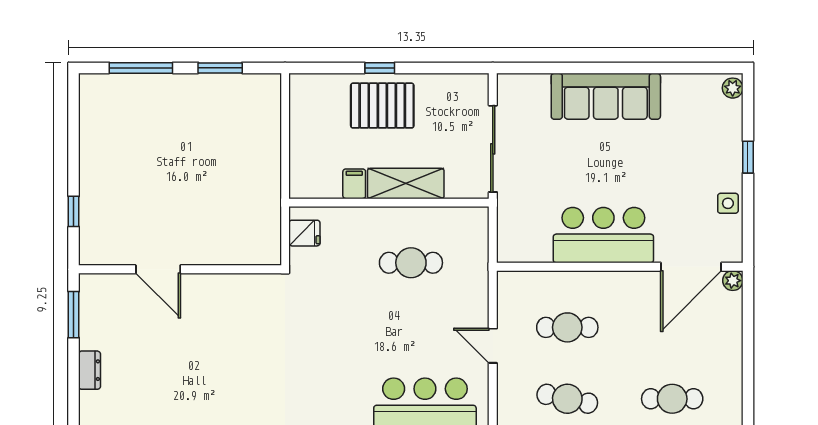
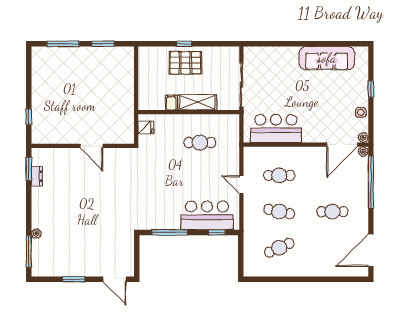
plant: (733, 88) -> (363, 137), moved
sofa: (606, 96) -> (327, 58), moved
bar counter: (603, 235) -> (276, 129), moved
door: (158, 269) -> (91, 146), moved
window: (748, 341) -> (371, 182), added
dresser: (89, 370) -> (37, 176), moved

